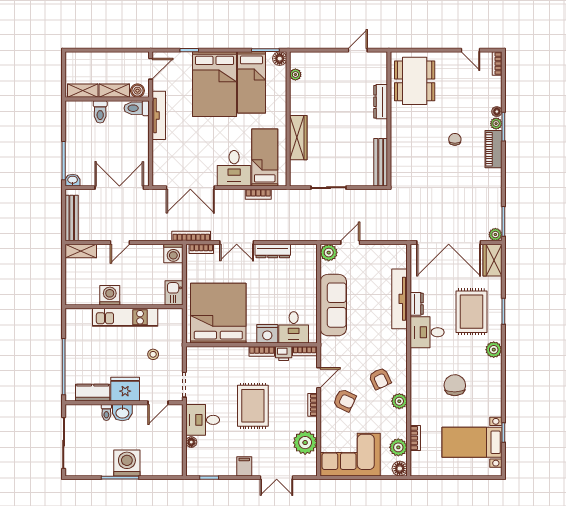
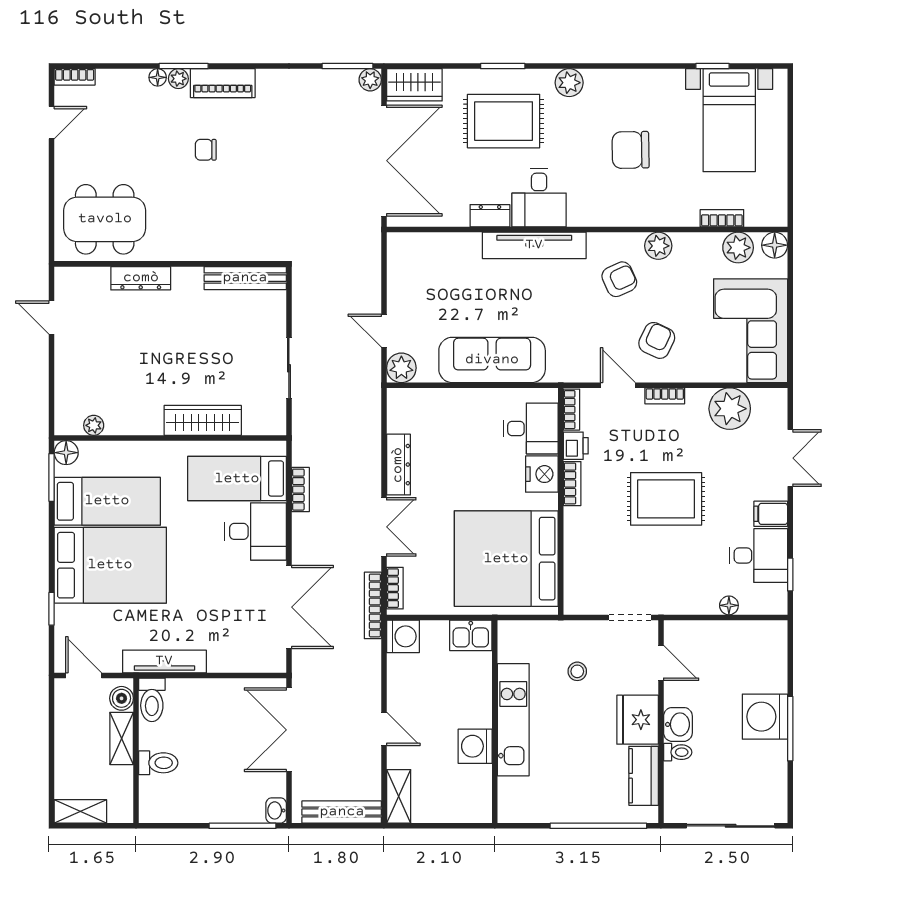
shelving: (83, 91) -> (80, 811), moved, turned 90
tv unit: (399, 299) -> (534, 245), moved
desk: (203, 420) -> (759, 555), moved, turned -90

